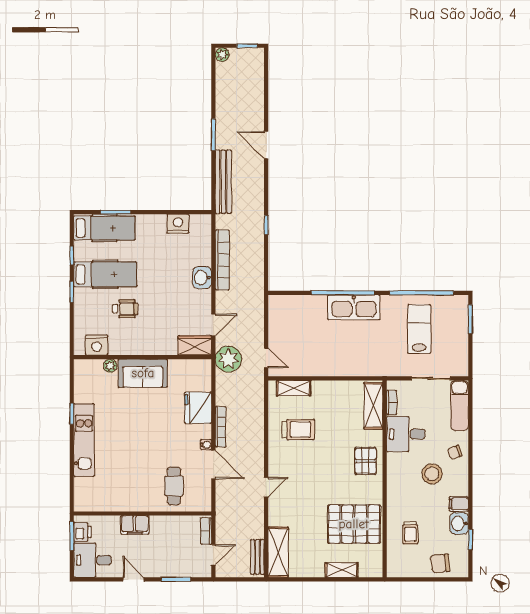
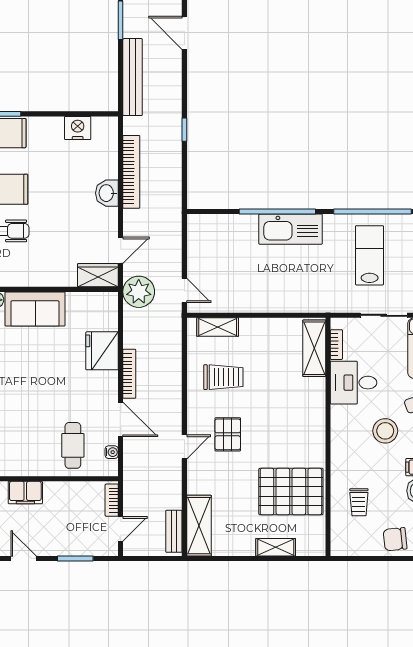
water cooler: (206, 445) -> (112, 452), moved
pallet: (366, 461) -> (228, 434), moved

